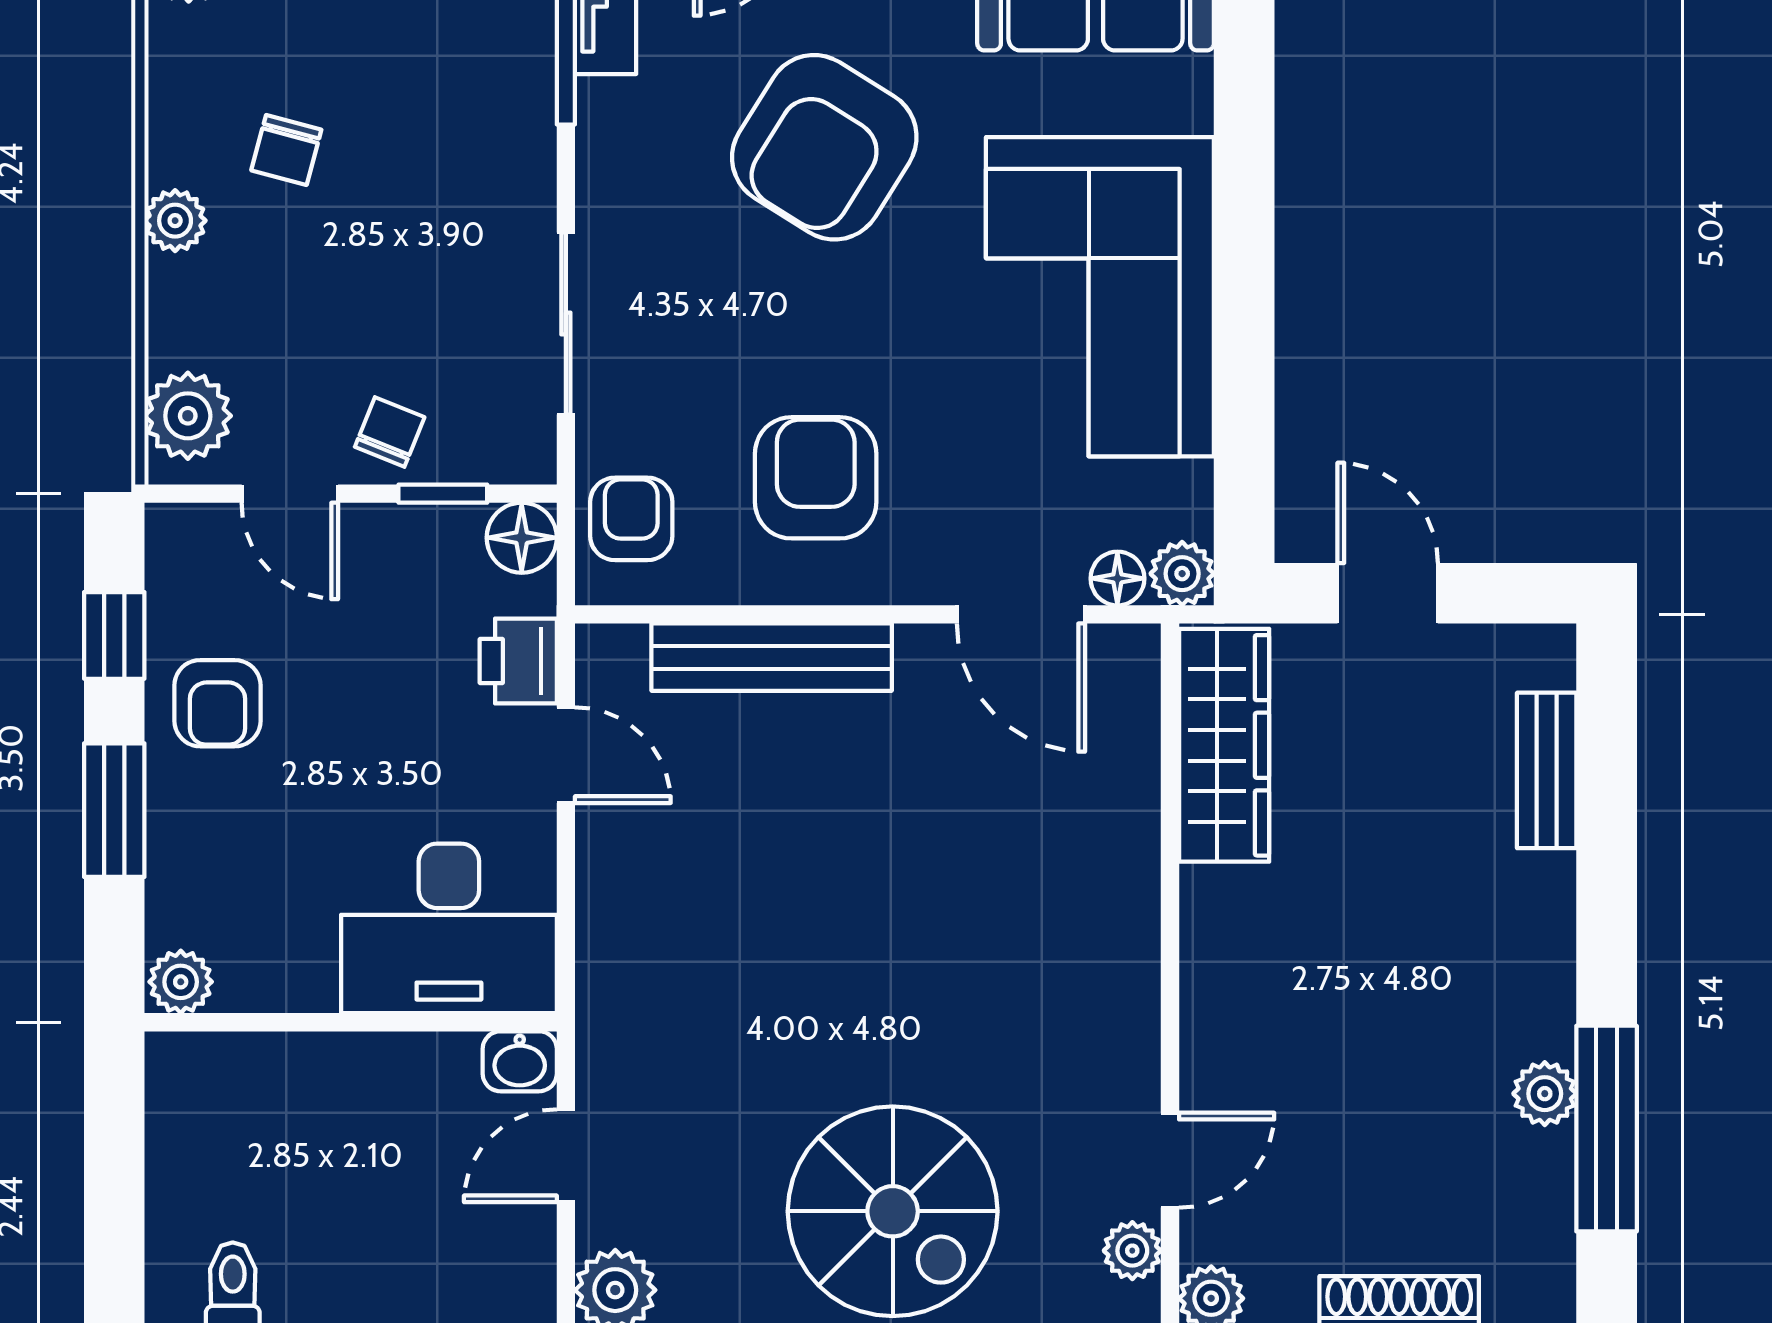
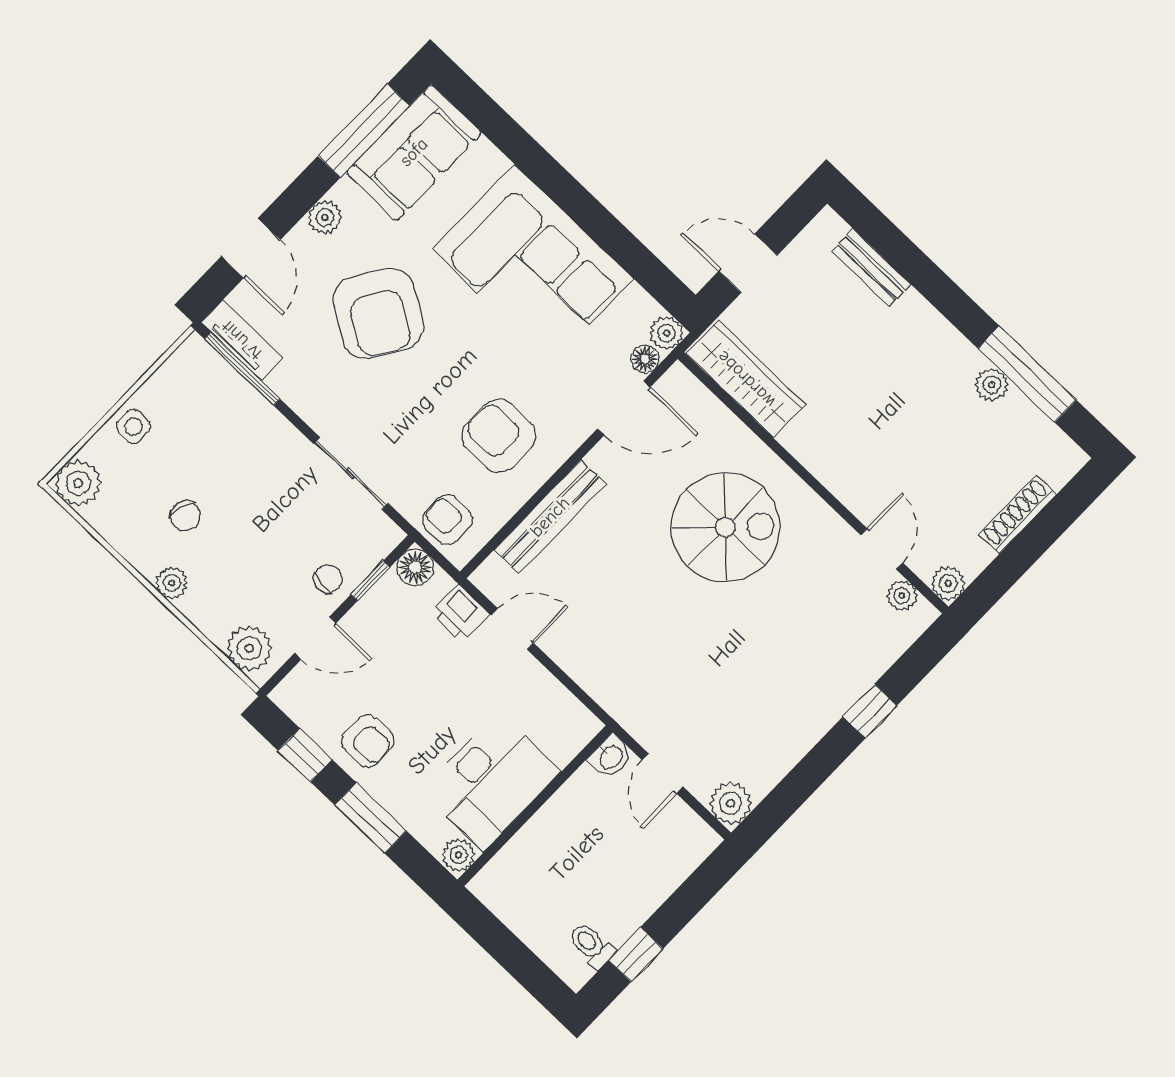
chair: (390, 432) -> (328, 579), turned 75
desk: (449, 928) -> (491, 781), moved
spiral stairs: (893, 1211) -> (725, 527), moved

